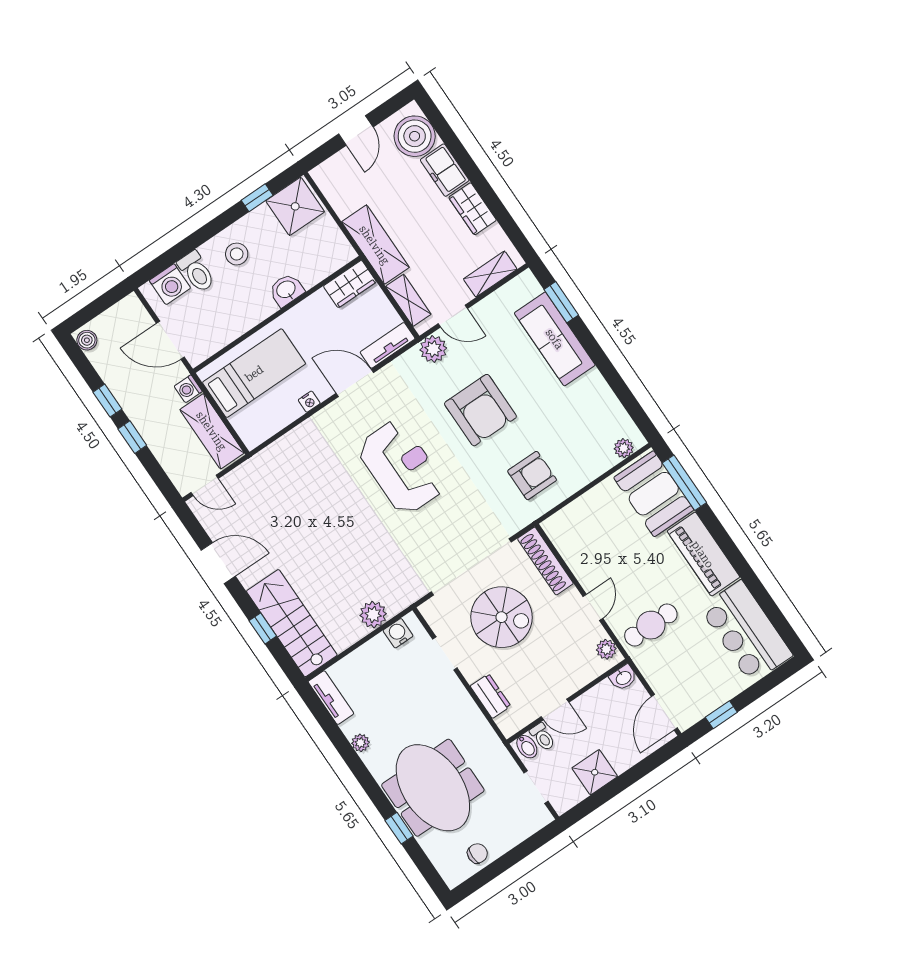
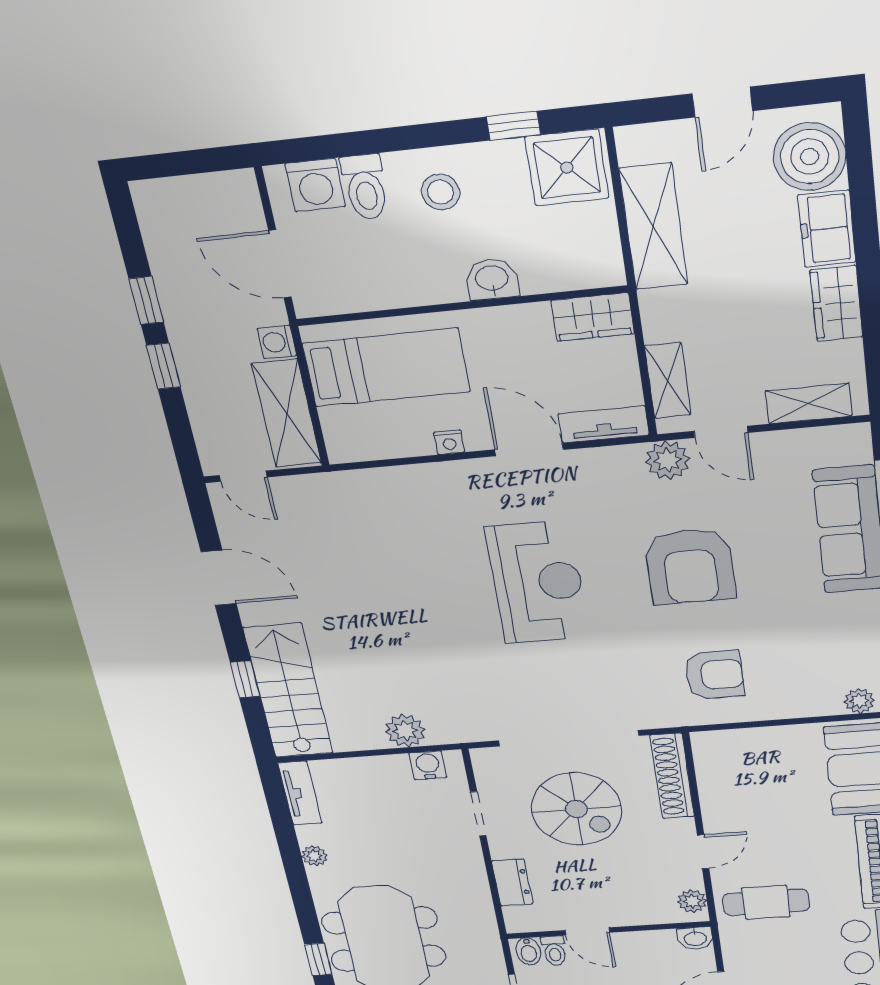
shelving: (375, 245) -> (654, 227), moved
boiler: (87, 340) -> (149, 202), removed

